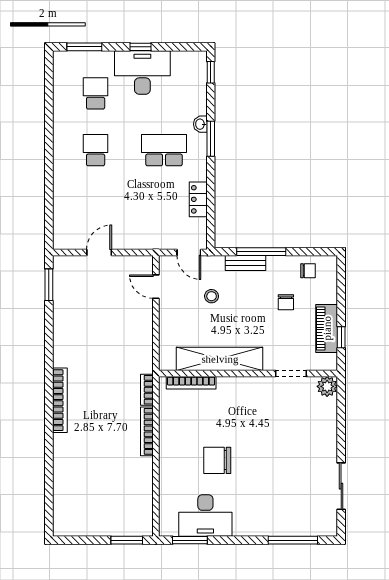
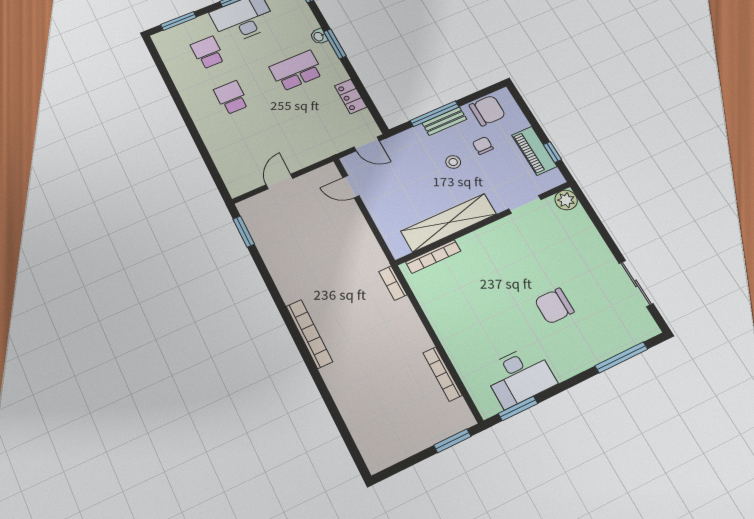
bench: (245, 263) -> (444, 121), moved
chair: (308, 271) -> (487, 111), width x1.87, depth x1.87
stool: (212, 296) -> (453, 162), moved
chair: (286, 302) -> (483, 146), turned 180
bookcase: (147, 431) -> (443, 374), moved
chair: (217, 460) -> (554, 306), moved

